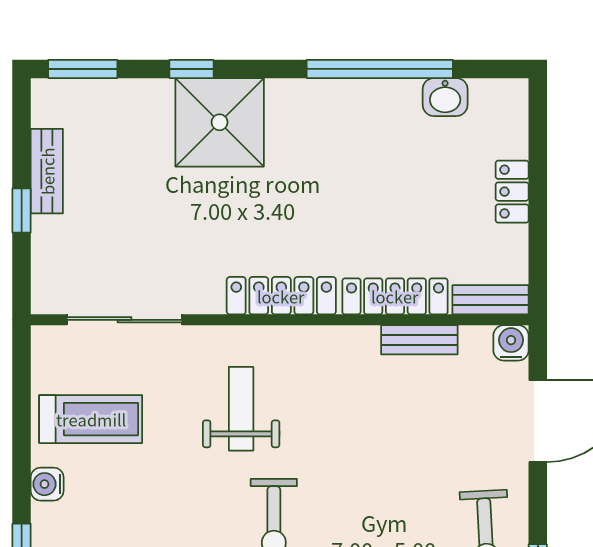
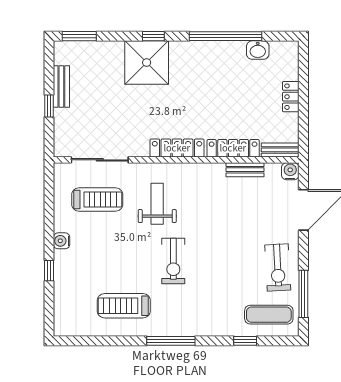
window: (191, 69) -> (153, 36), moved
treadmill: (91, 419) -> (97, 199), moved

